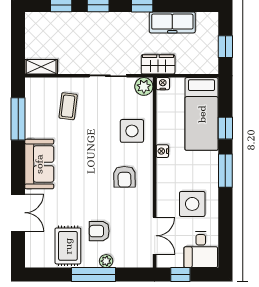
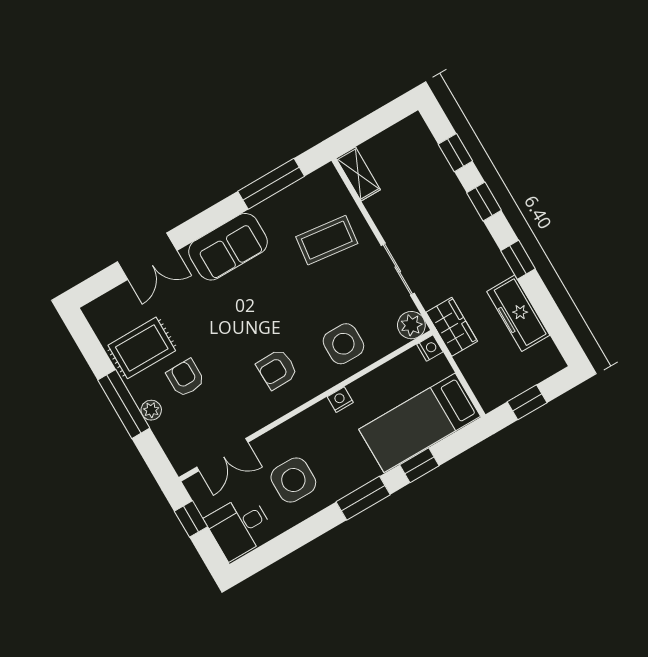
coffee table: (68, 106) -> (327, 240), width x1.36, depth x1.30

